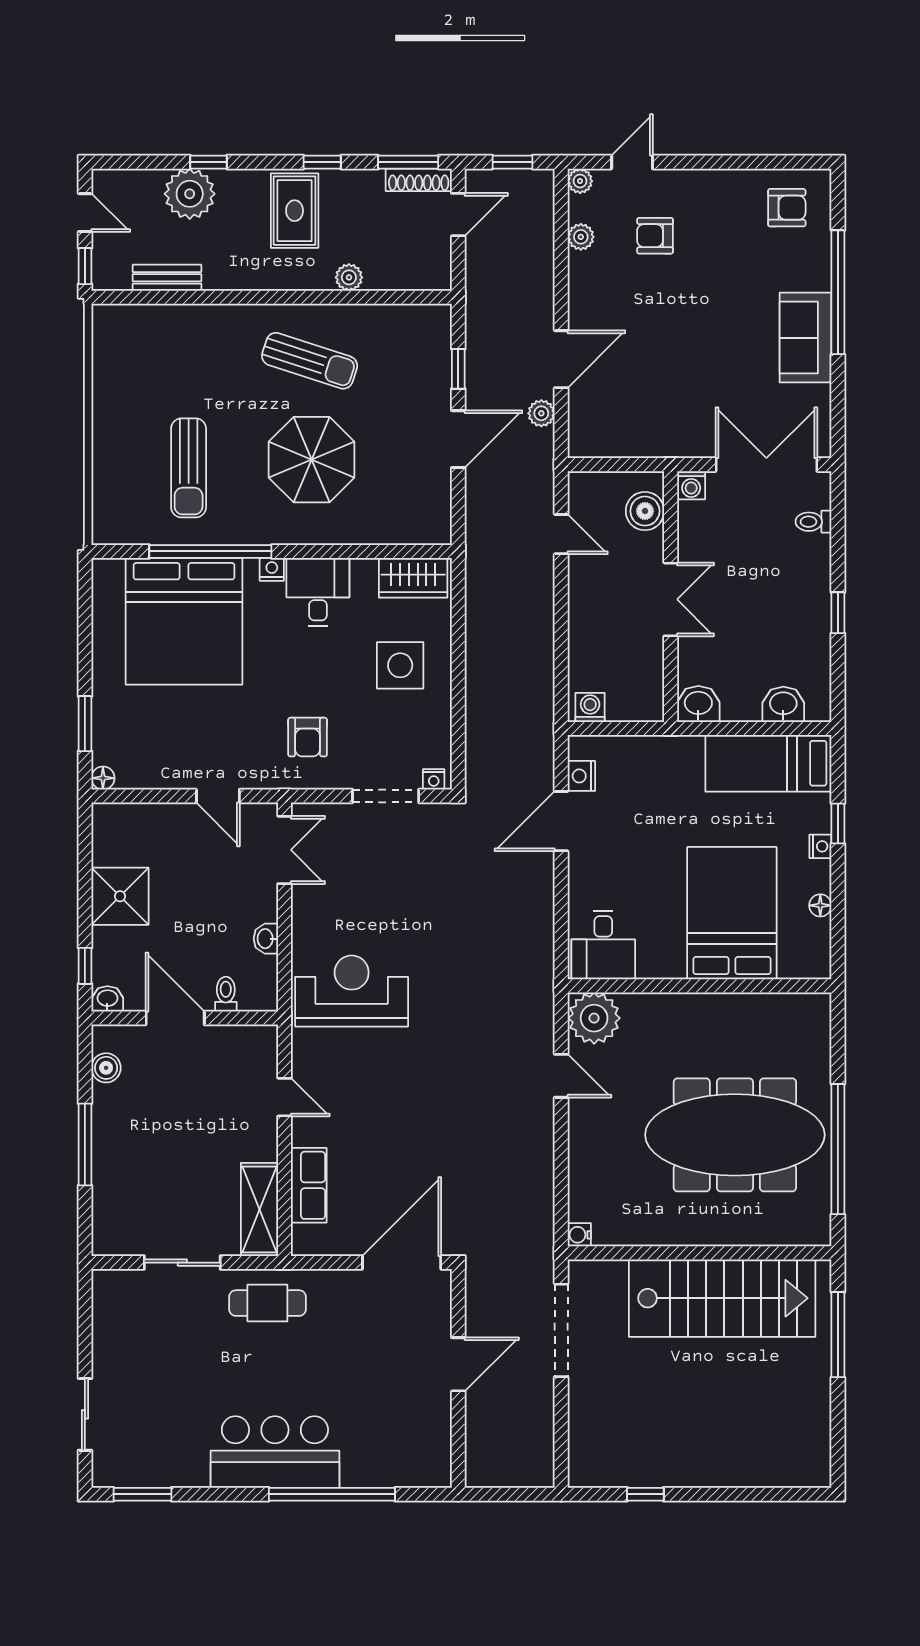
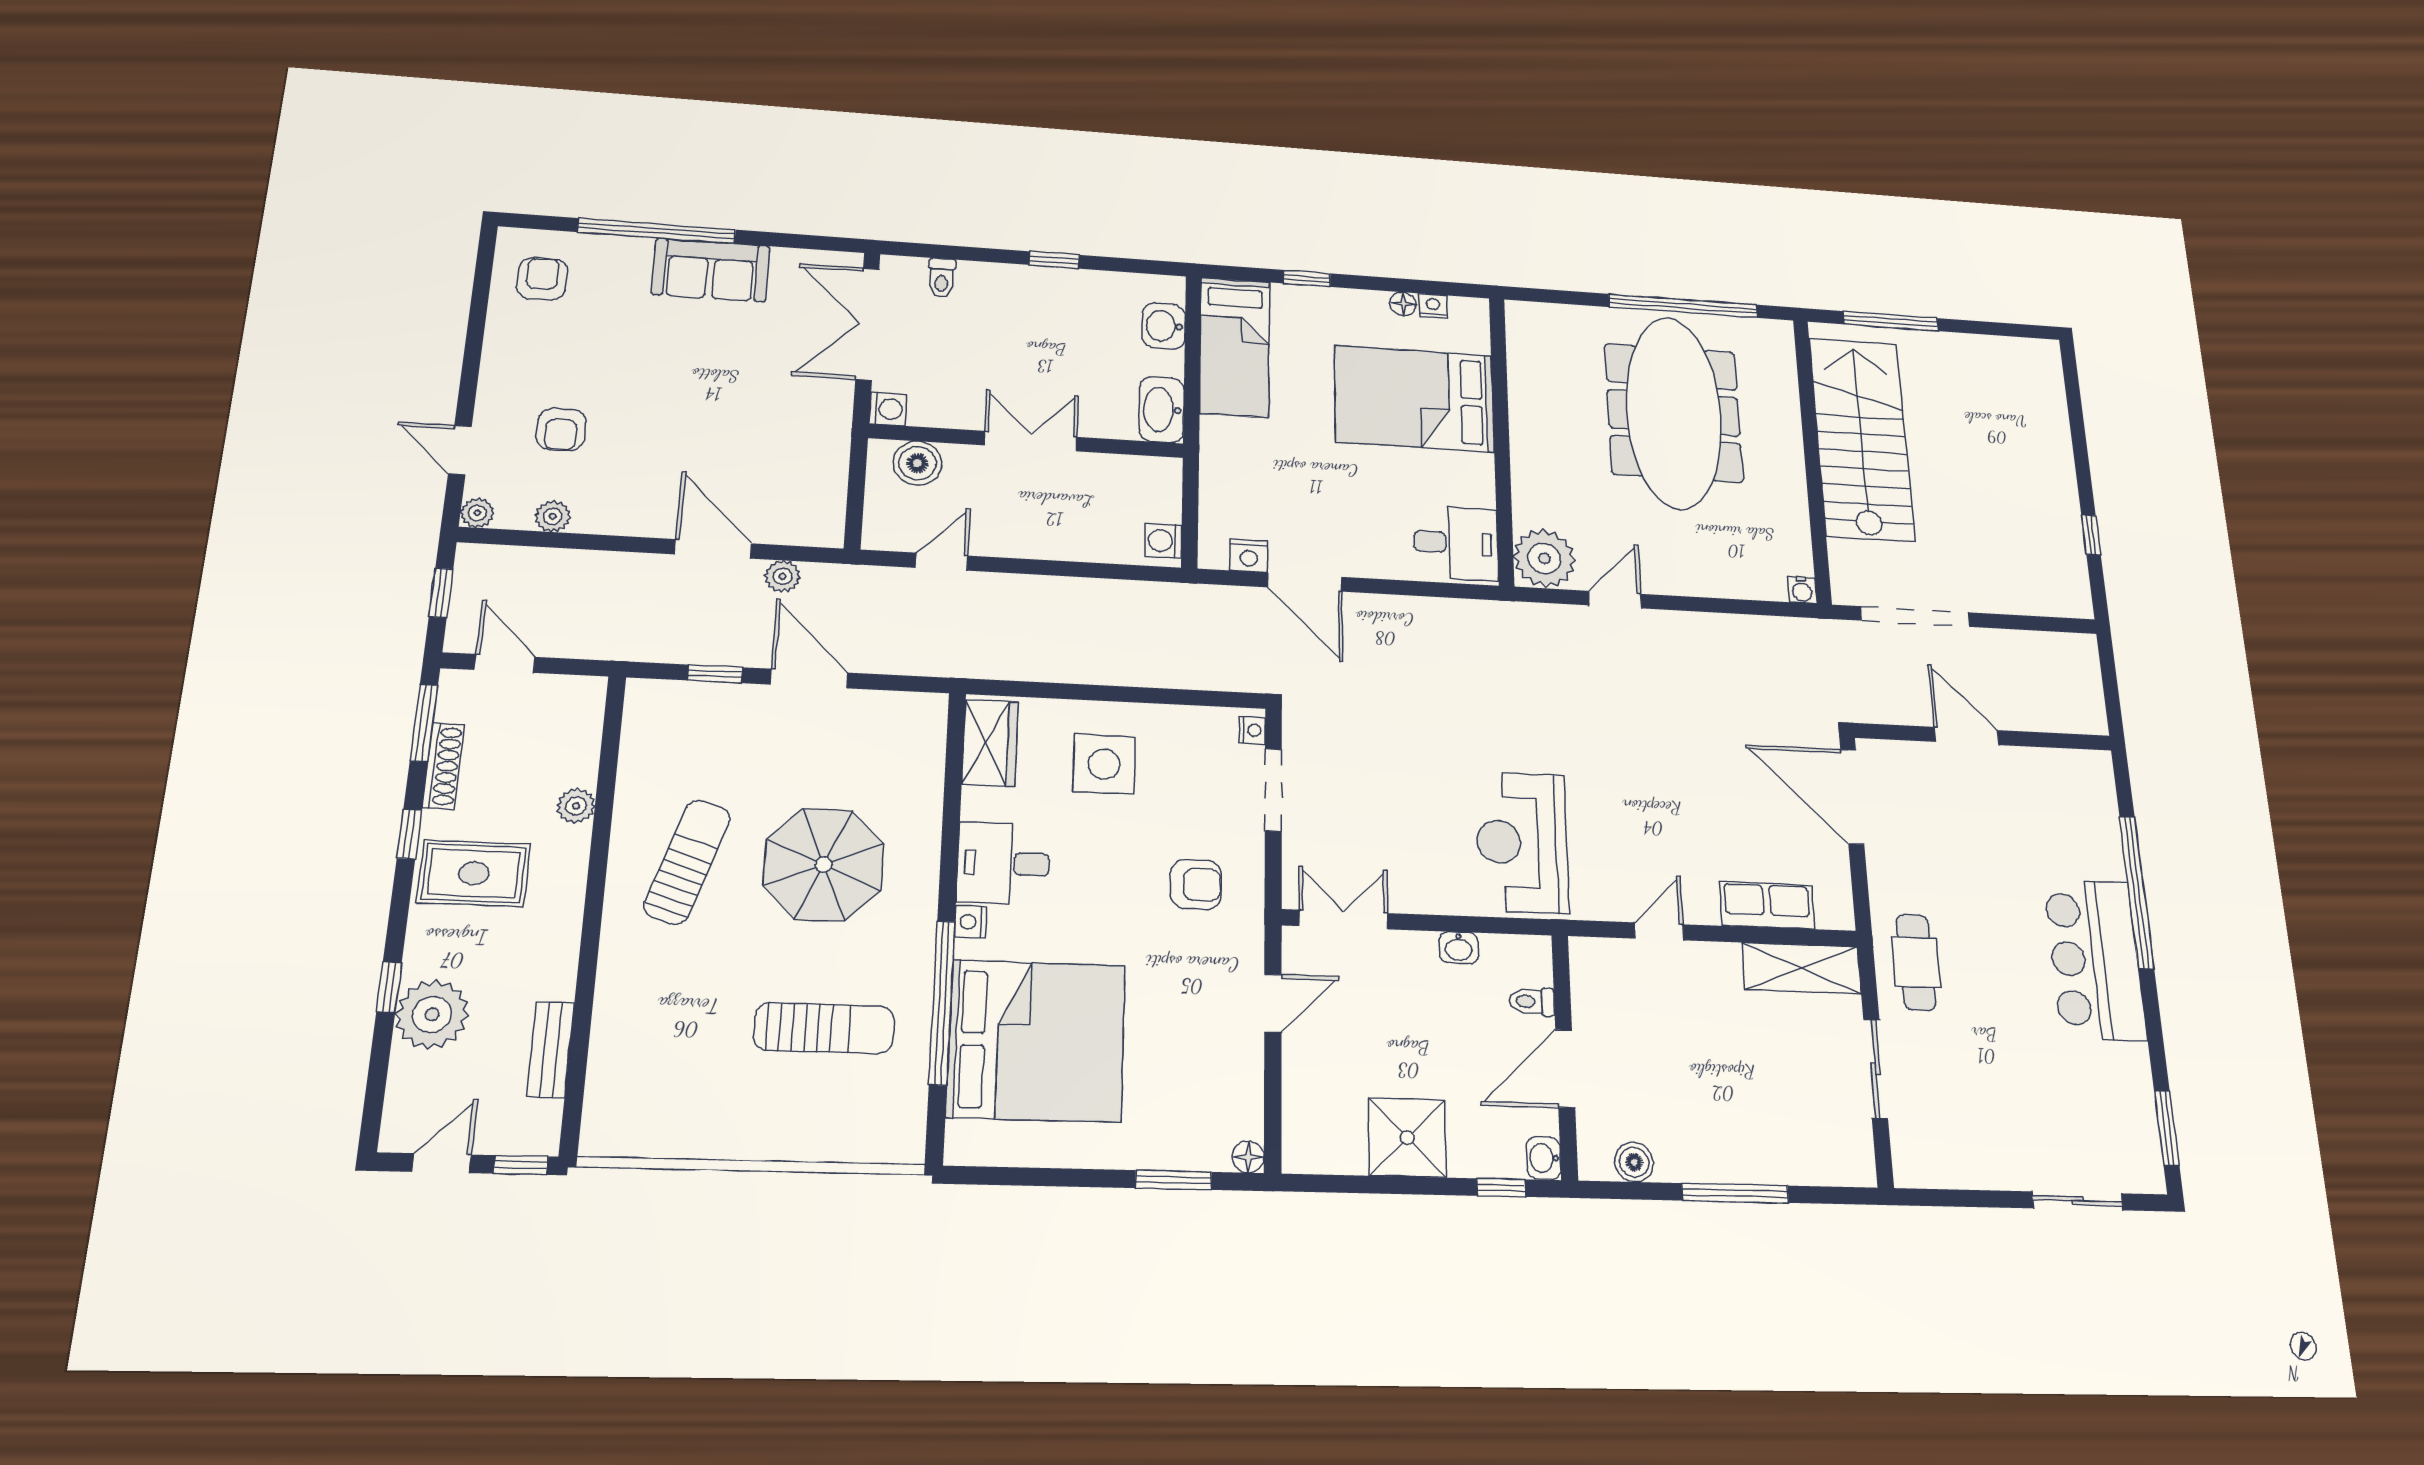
shoe rack: (419, 180) -> (443, 766), moved
washbasin: (698, 704) -> (1162, 410), width x1.38
nightstand: (820, 846) -> (1433, 306), moved

